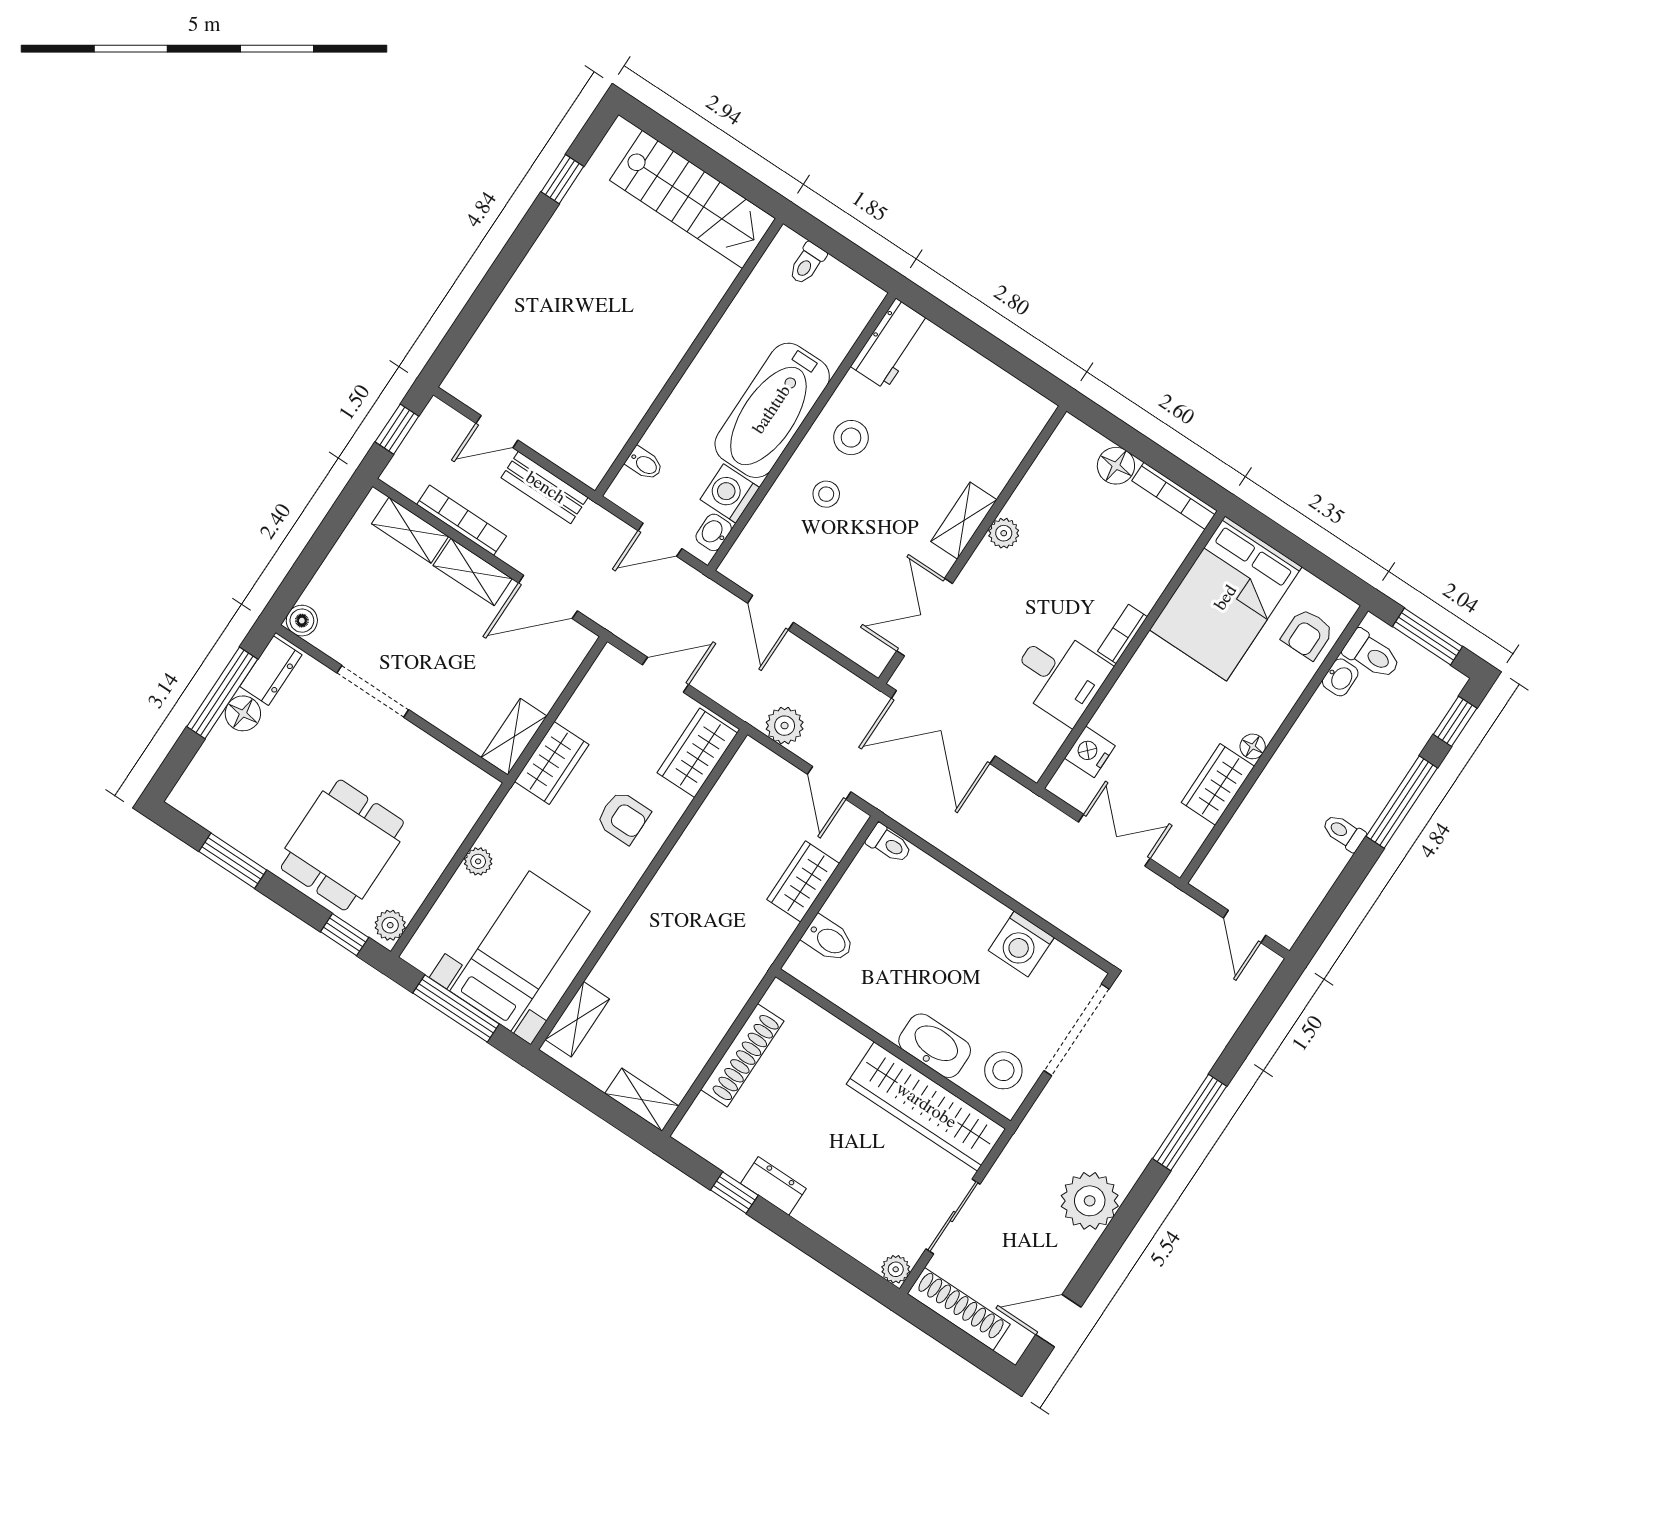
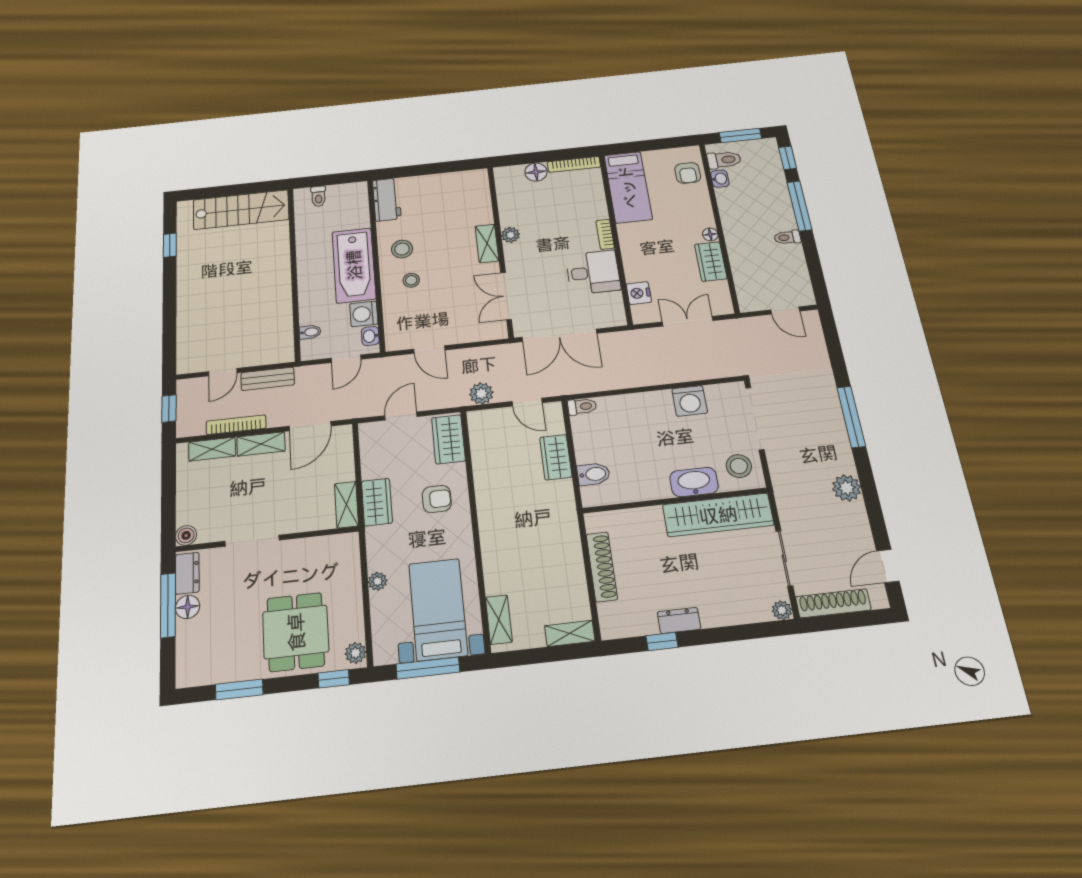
bed: (1226, 598) -> (628, 187), width x0.67
plant: (1090, 1201) -> (847, 488), width x0.73, depth x0.73

